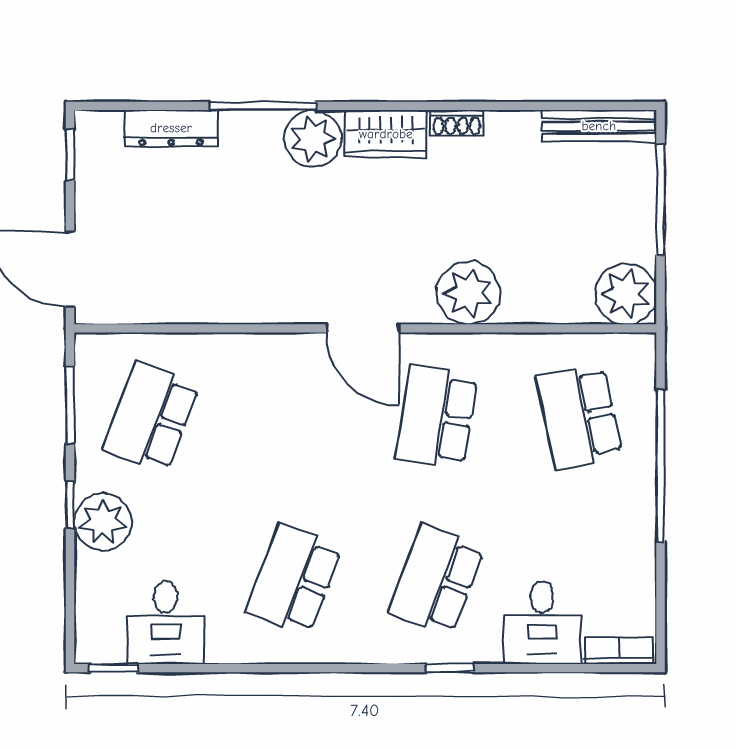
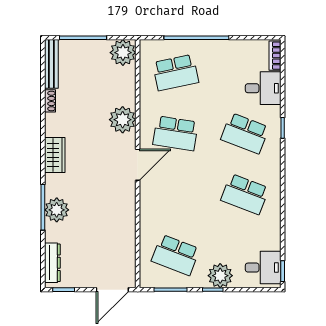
shoe rack: (457, 123) -> (50, 101), moved
dresser: (171, 128) -> (52, 263), moved
plant: (313, 138) -> (57, 210), moved
desk: (166, 623) -> (263, 268), moved

